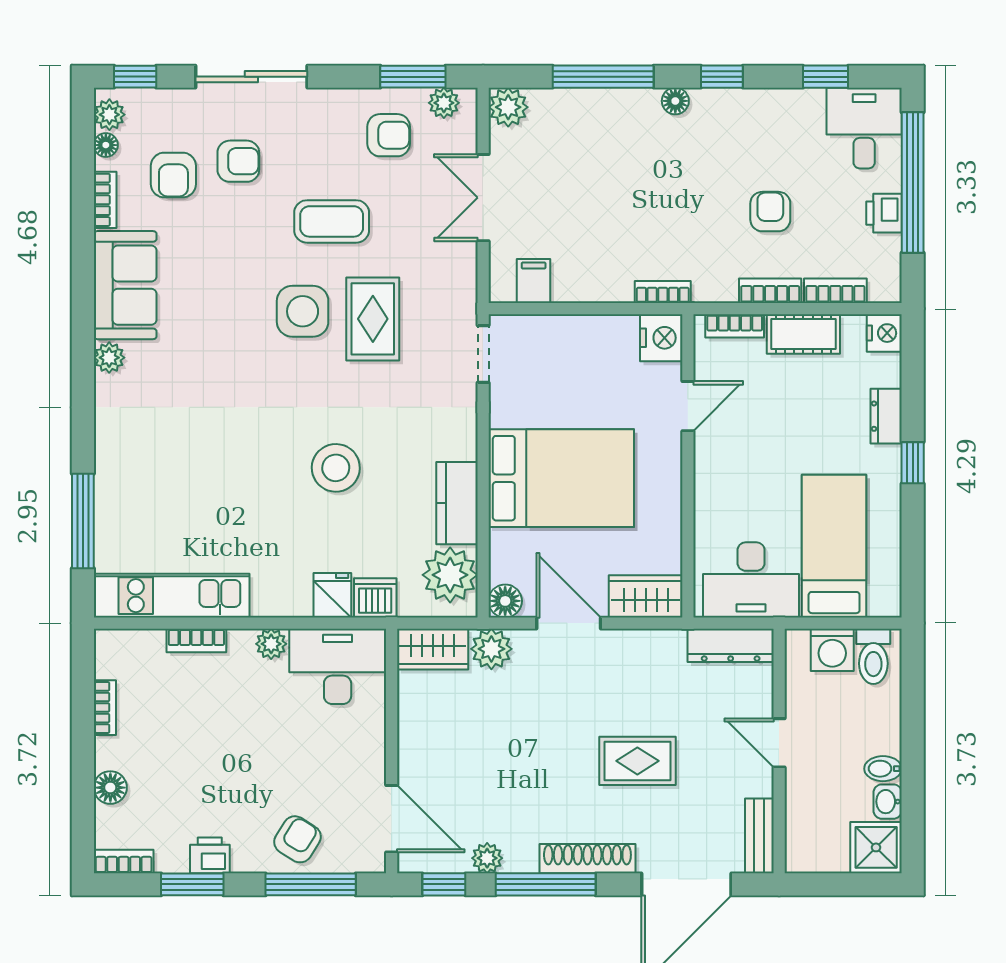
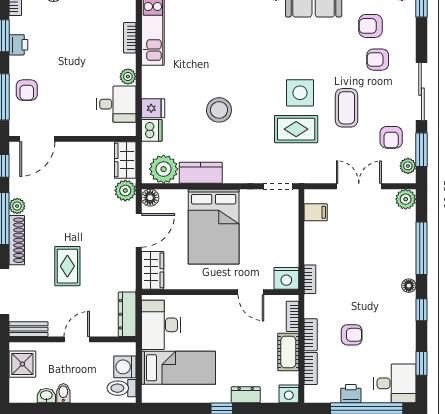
sliding door: (251, 77) -> (421, 92), moved
armchair: (238, 161) -> (378, 60), turned 90
desk: (338, 666) -> (116, 104), width x0.73
armchair: (297, 839) -> (27, 90), turned 58
shower: (876, 847) -> (22, 364), moved
plant: (487, 858) -> (17, 206), moved

